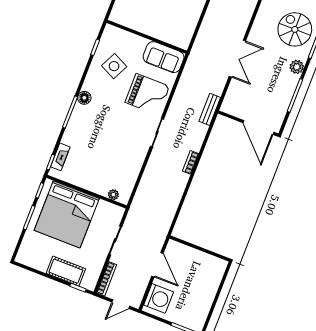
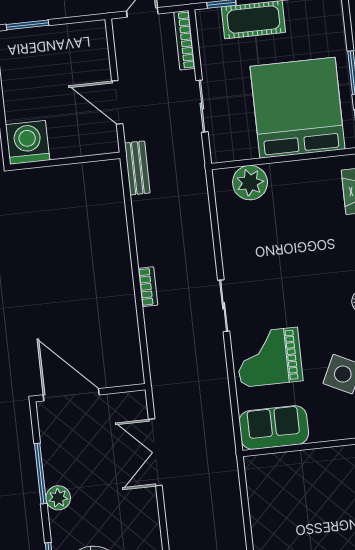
double door: (237, 59) -> (155, 452), moved
plant: (297, 67) -> (58, 498), moved
bench: (210, 109) -> (137, 168), moved
plant: (113, 195) -> (250, 183), width x1.88, depth x1.88
washing machine: (159, 298) -> (28, 142), moved, turned 90

